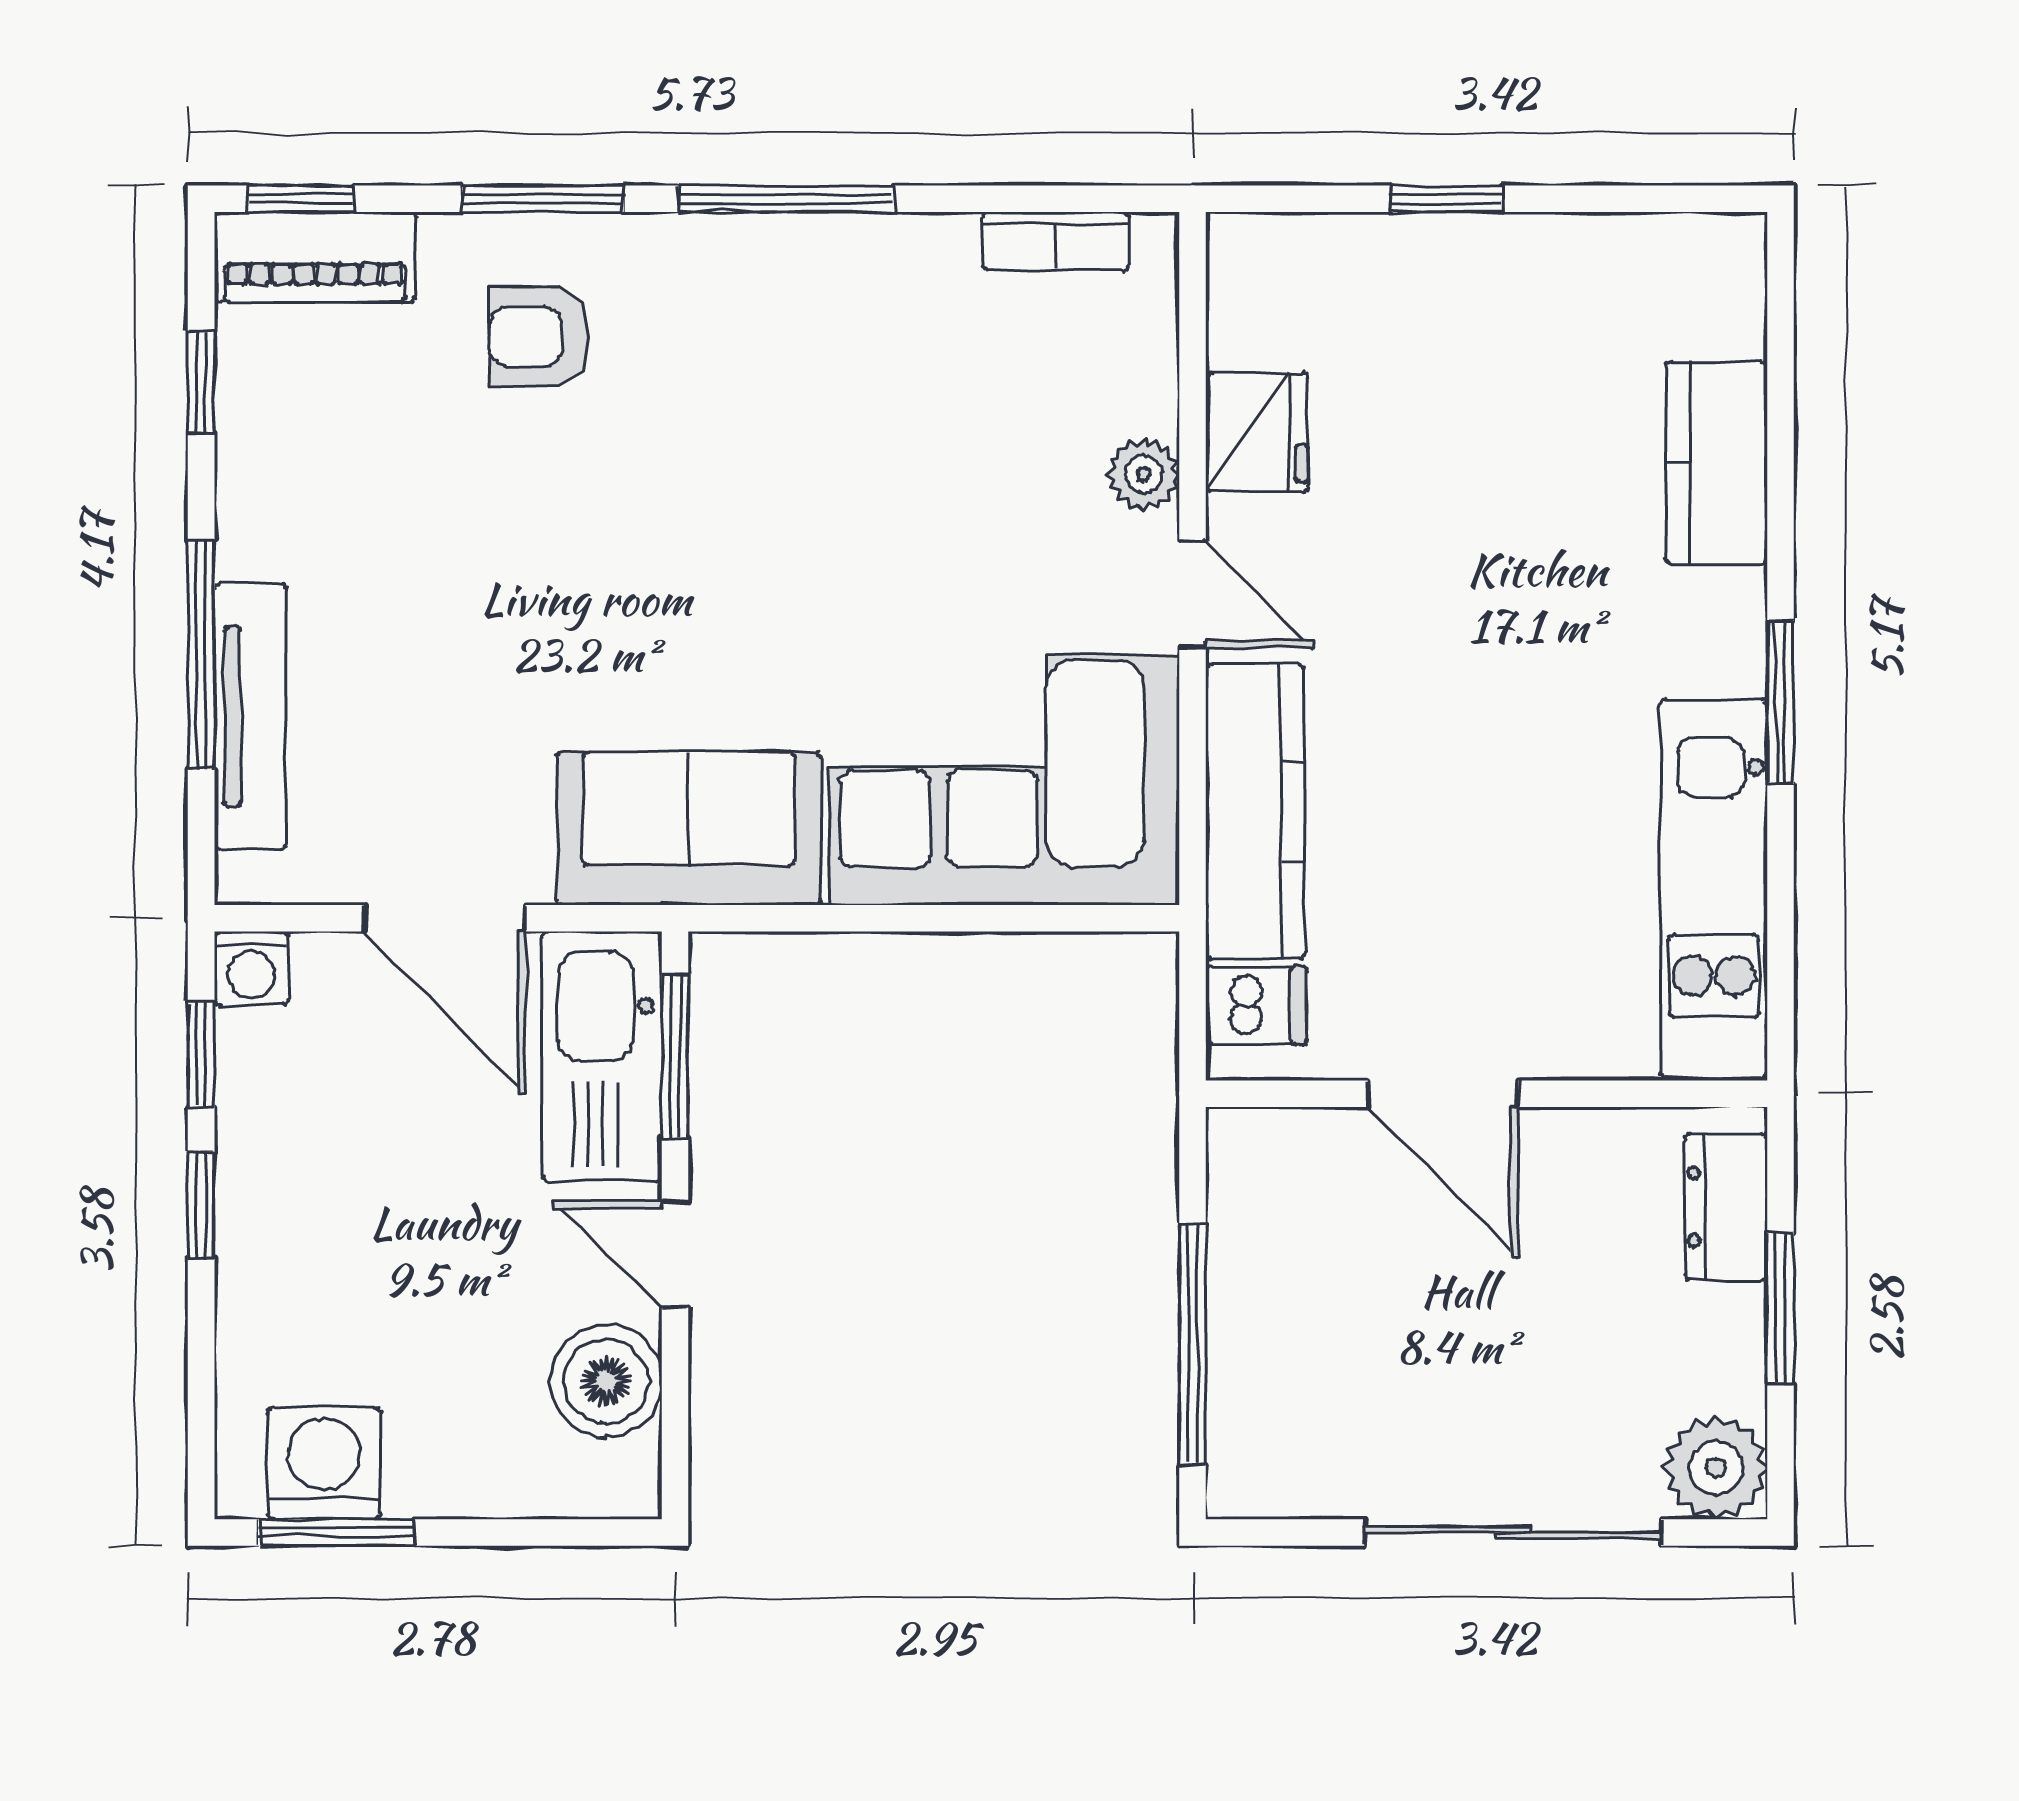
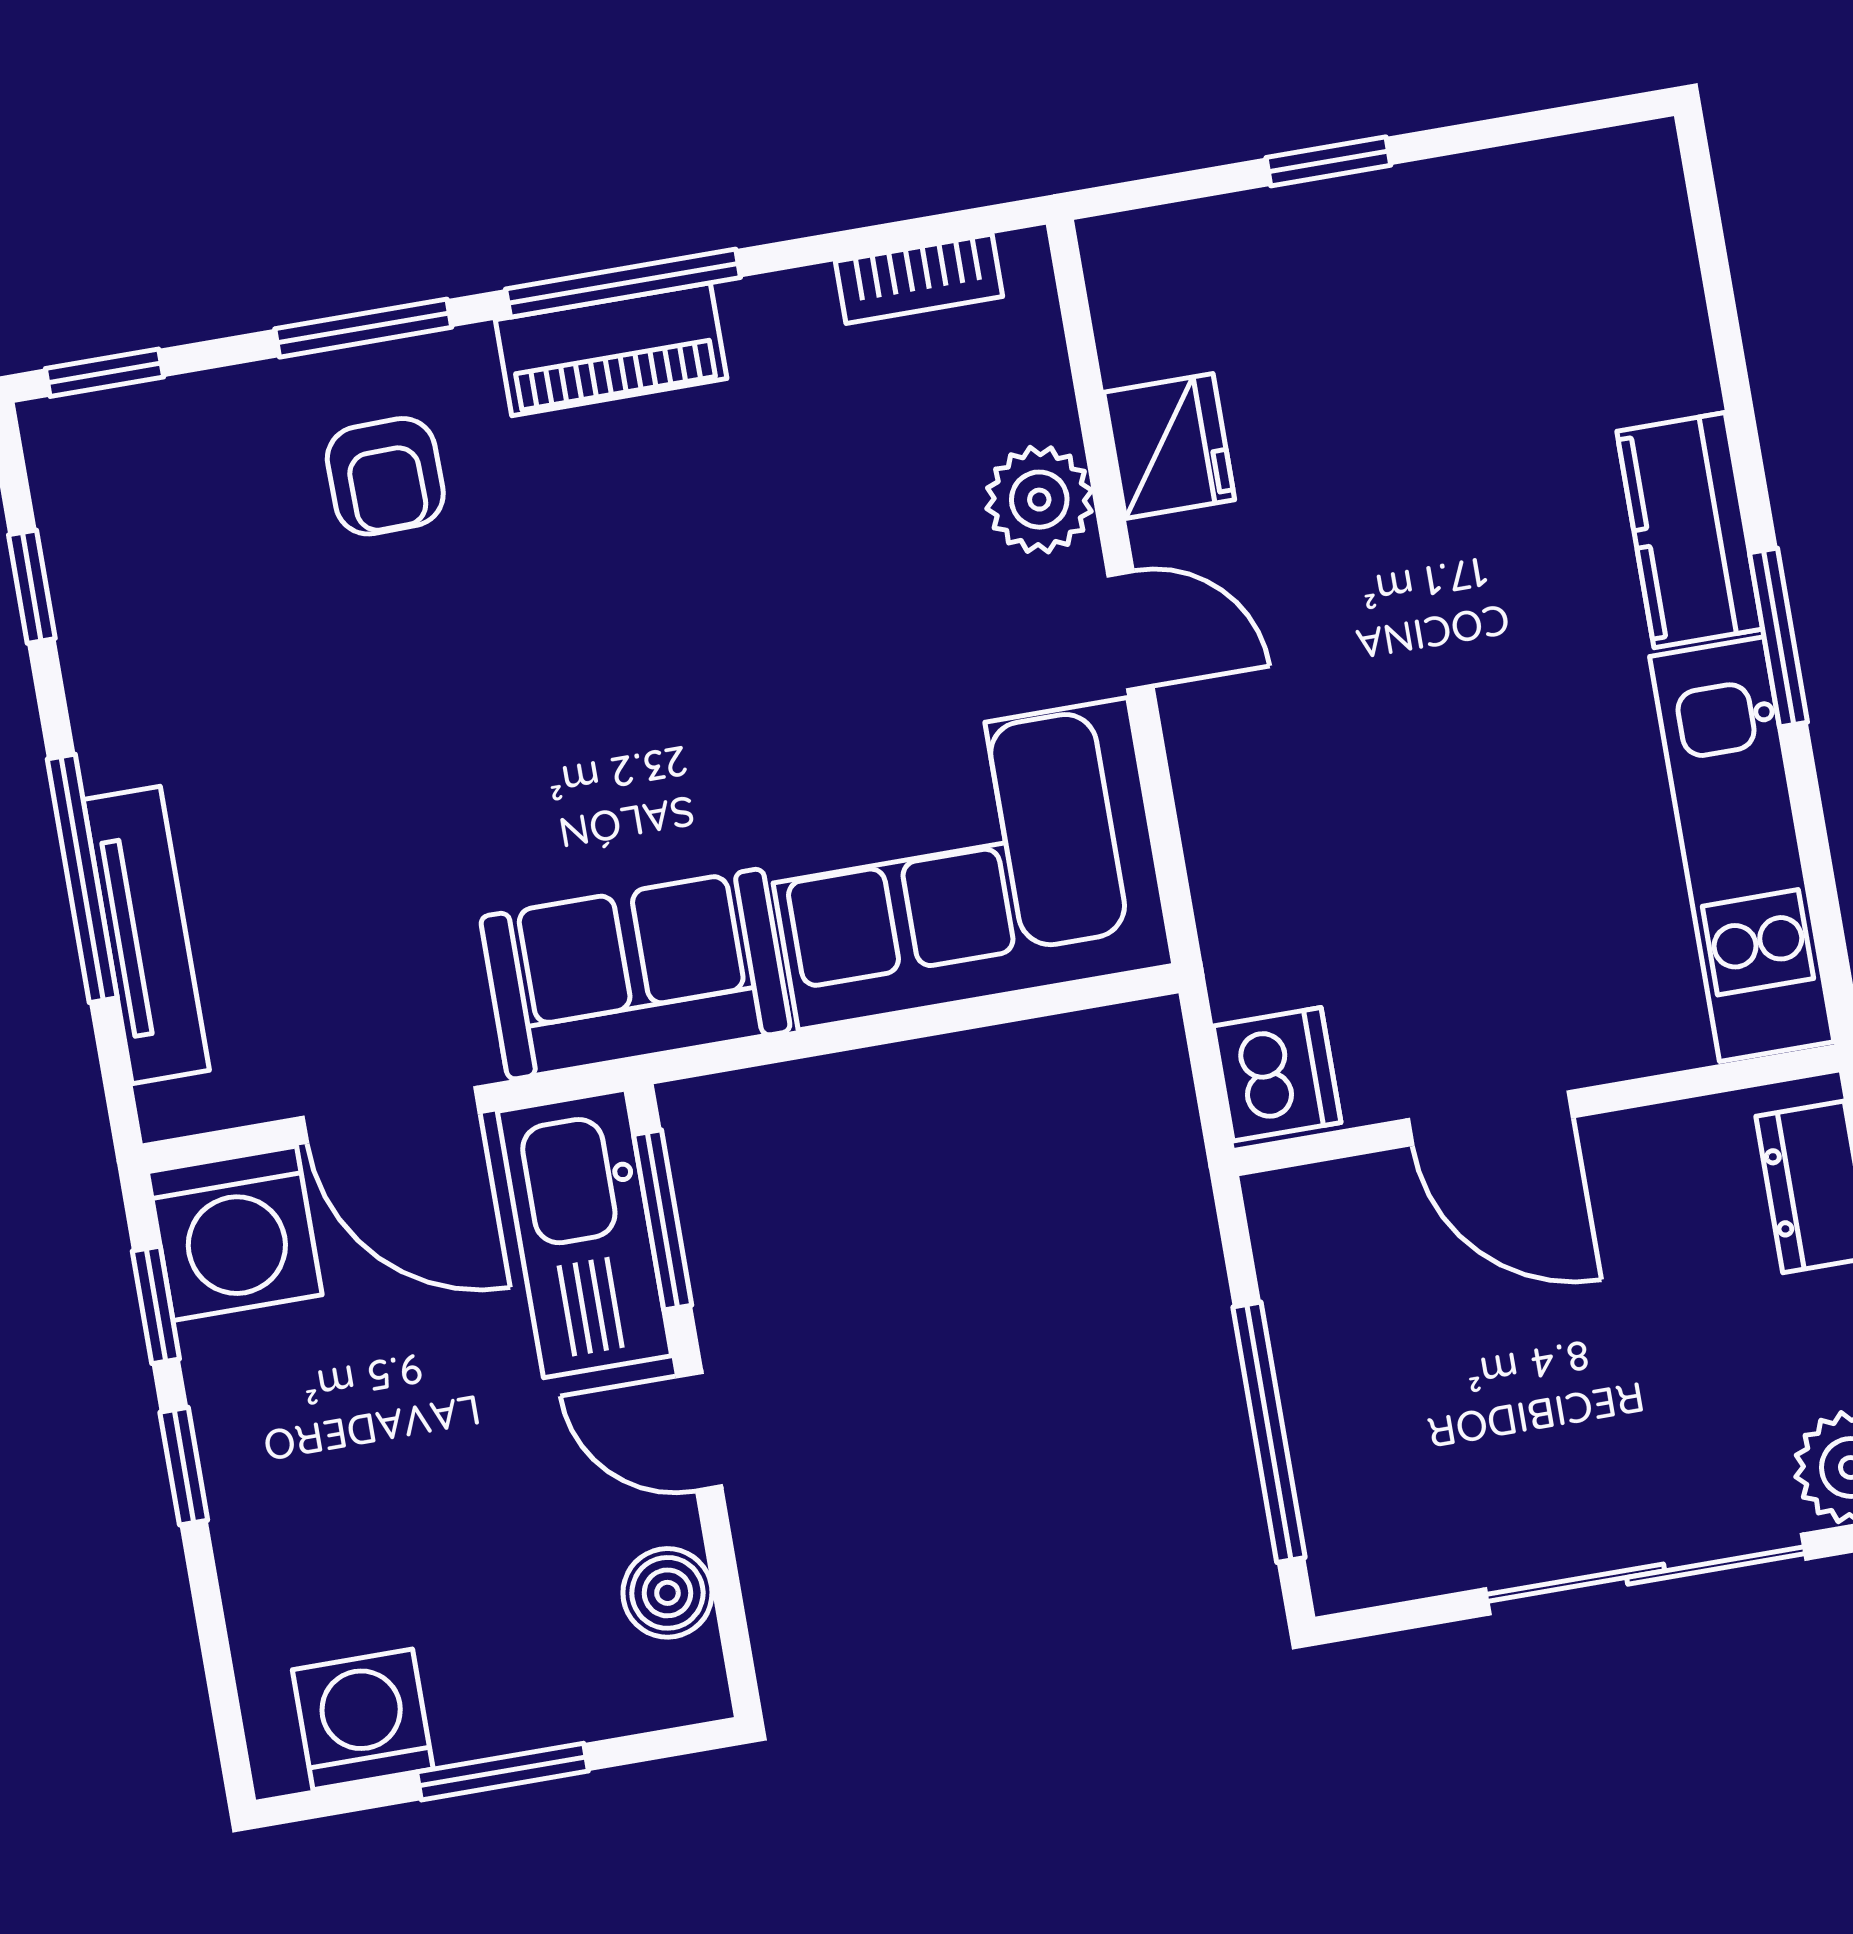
piano: (315, 257) -> (611, 349), moved
armchair: (540, 337) -> (385, 476), turned -91
kitchen counter: (1717, 463) -> (1690, 530), moved
plant: (1144, 474) -> (1039, 500), width x1.38, depth x1.38
kitchen counter: (1255, 812) -> (1237, 851), removed
washing machine: (251, 968) -> (235, 1233), width x1.89, depth x1.89
dishwasher: (1256, 1006) -> (1277, 1074), width x1.38
boiler: (606, 1381) -> (667, 1593), width x0.73, depth x0.73
window: (336, 1532) -> (502, 1772), moved

